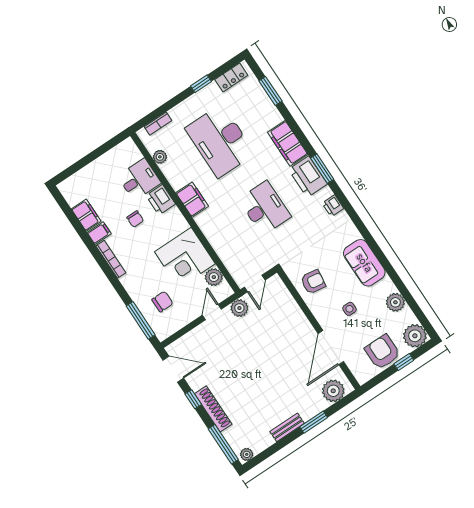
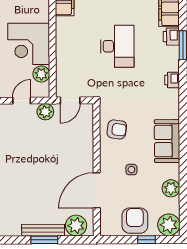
printer: (308, 177) -> (171, 37), width x0.53, depth x0.68
bench: (287, 427) -> (43, 230), moved, width x1.36

